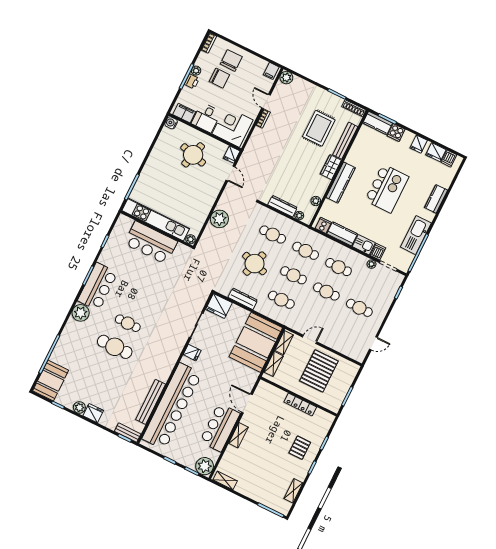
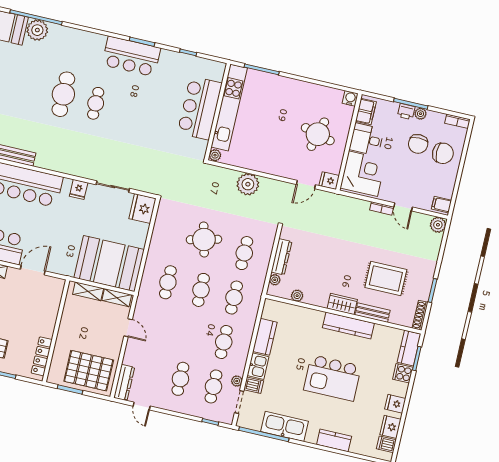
door: (266, 101) -> (403, 207), swing flipped
bench: (345, 141) -> (373, 313), width x0.73
kitchen counter: (341, 183) -> (348, 325), moved
cooker: (323, 225) -> (270, 312), removed
round table: (255, 264) -> (204, 239), turned -31
cafe table: (326, 292) -> (213, 386), moved
dresser: (243, 299) -> (124, 382), moved
plant: (81, 313) -> (37, 30), moved
pallet: (319, 371) -> (89, 371), moved
locker: (300, 405) -> (42, 356), moved

